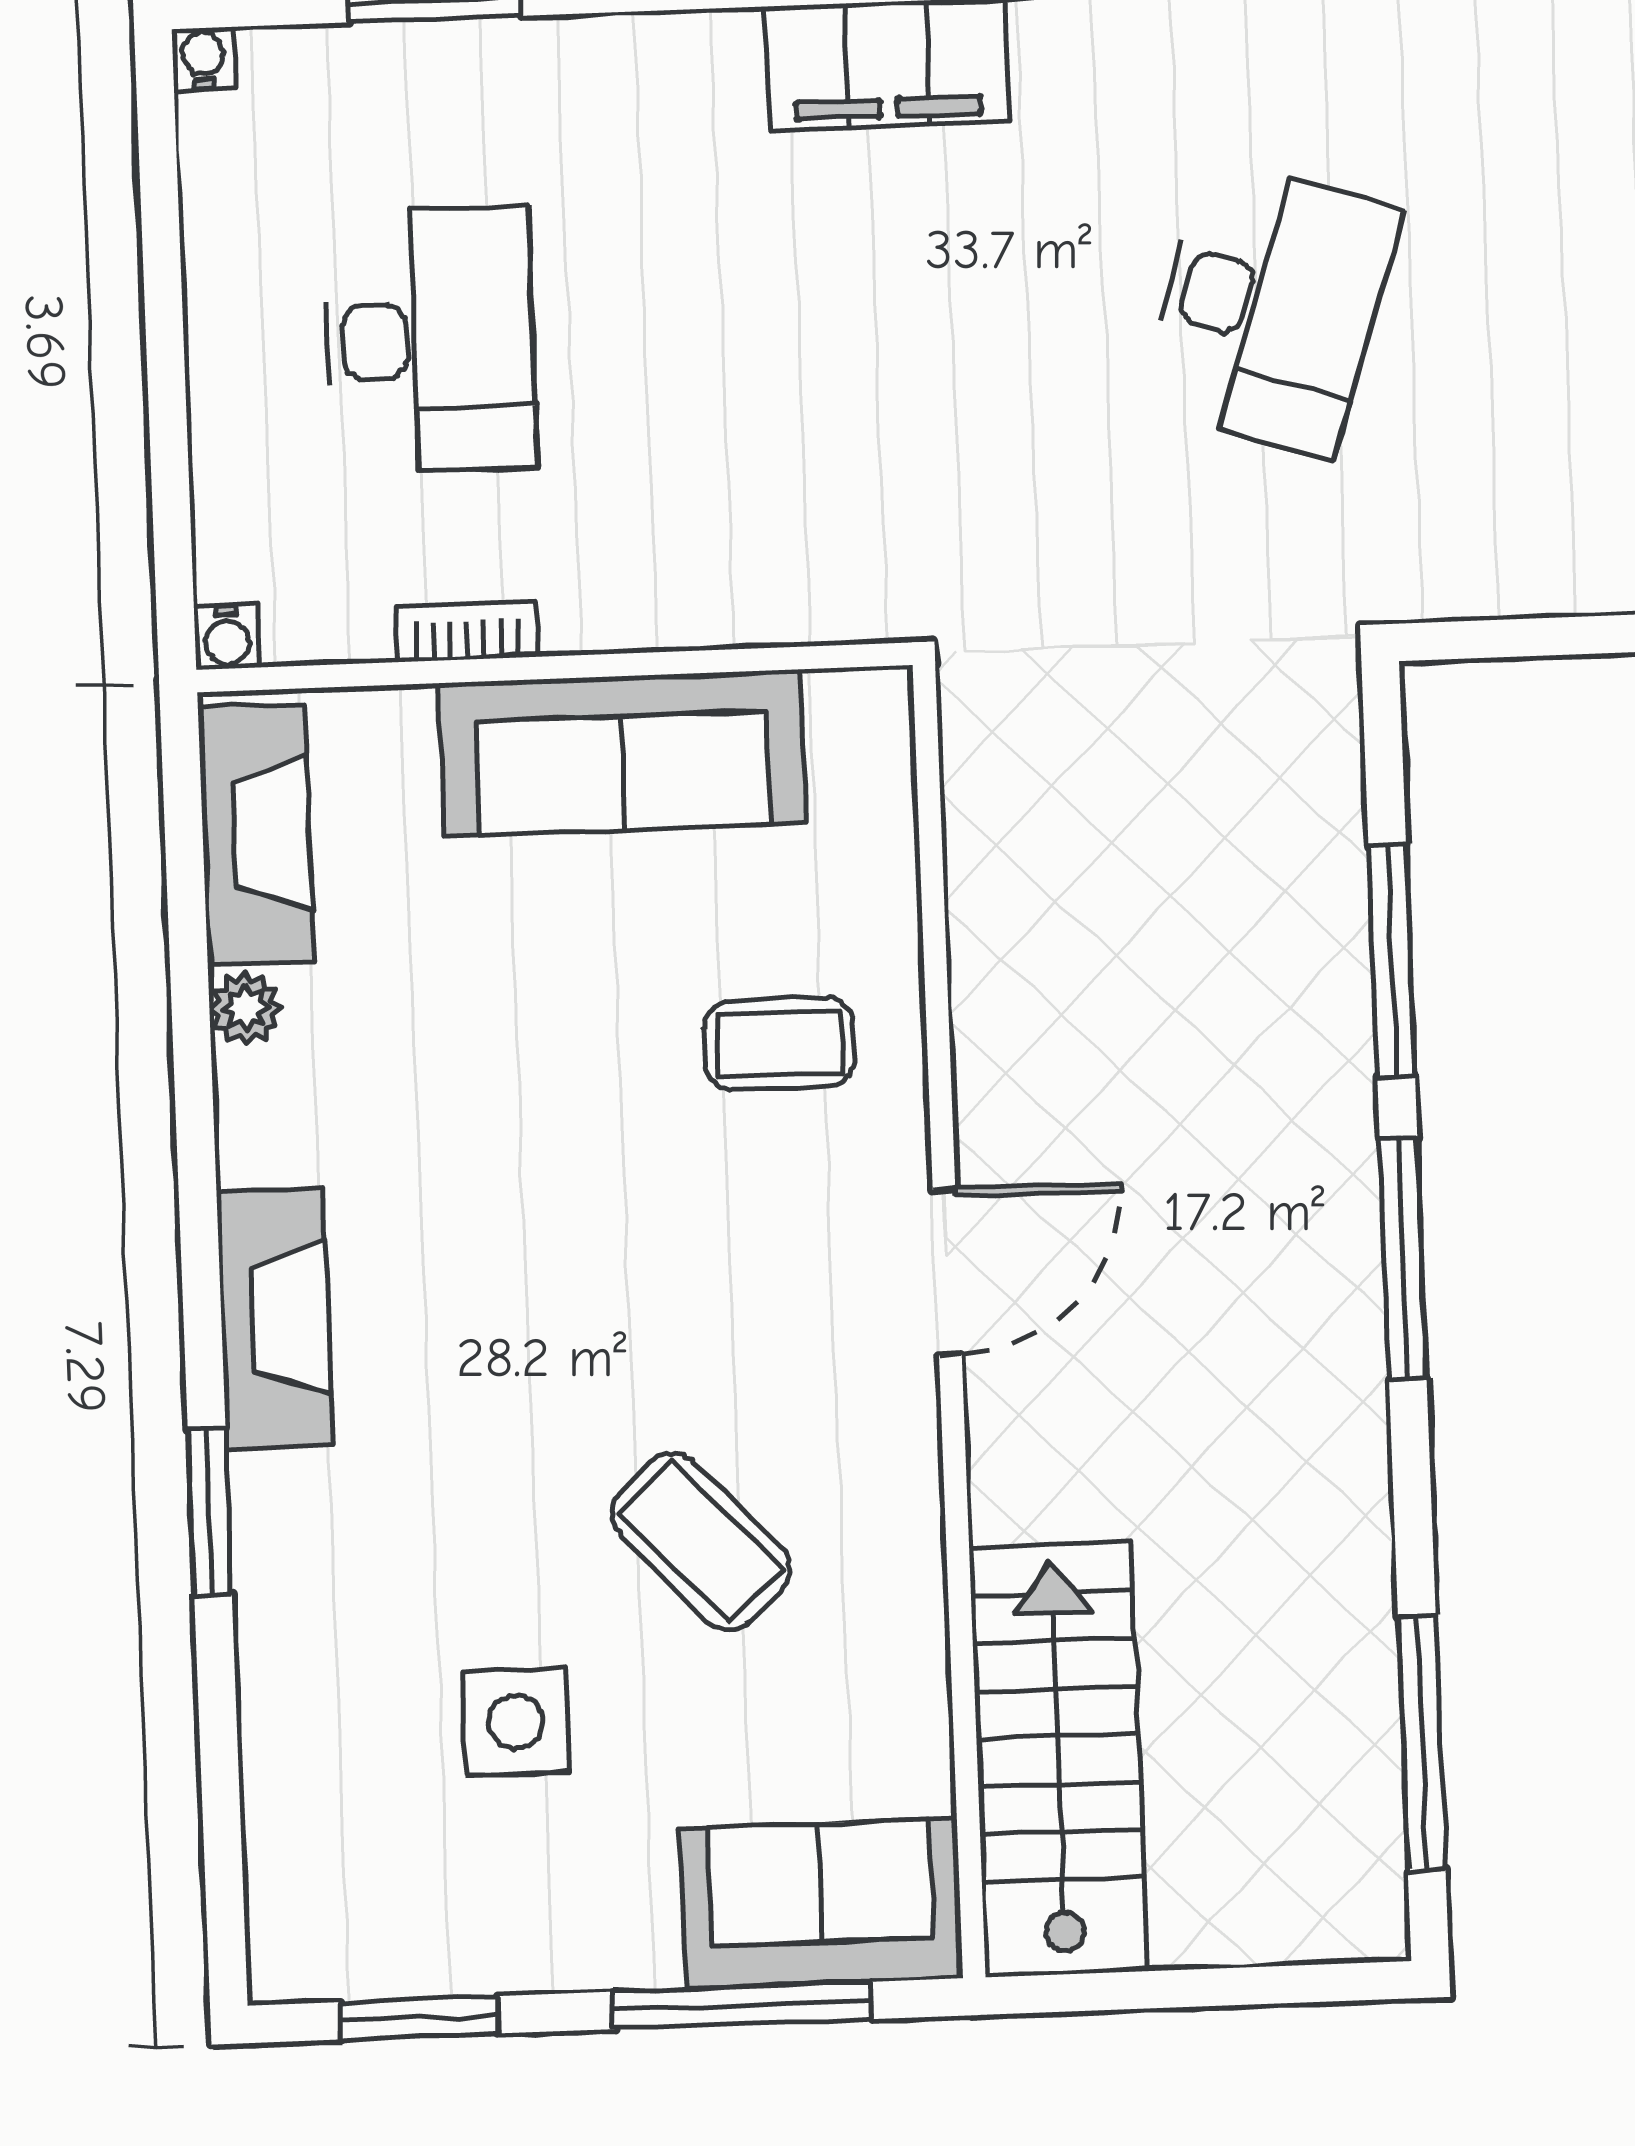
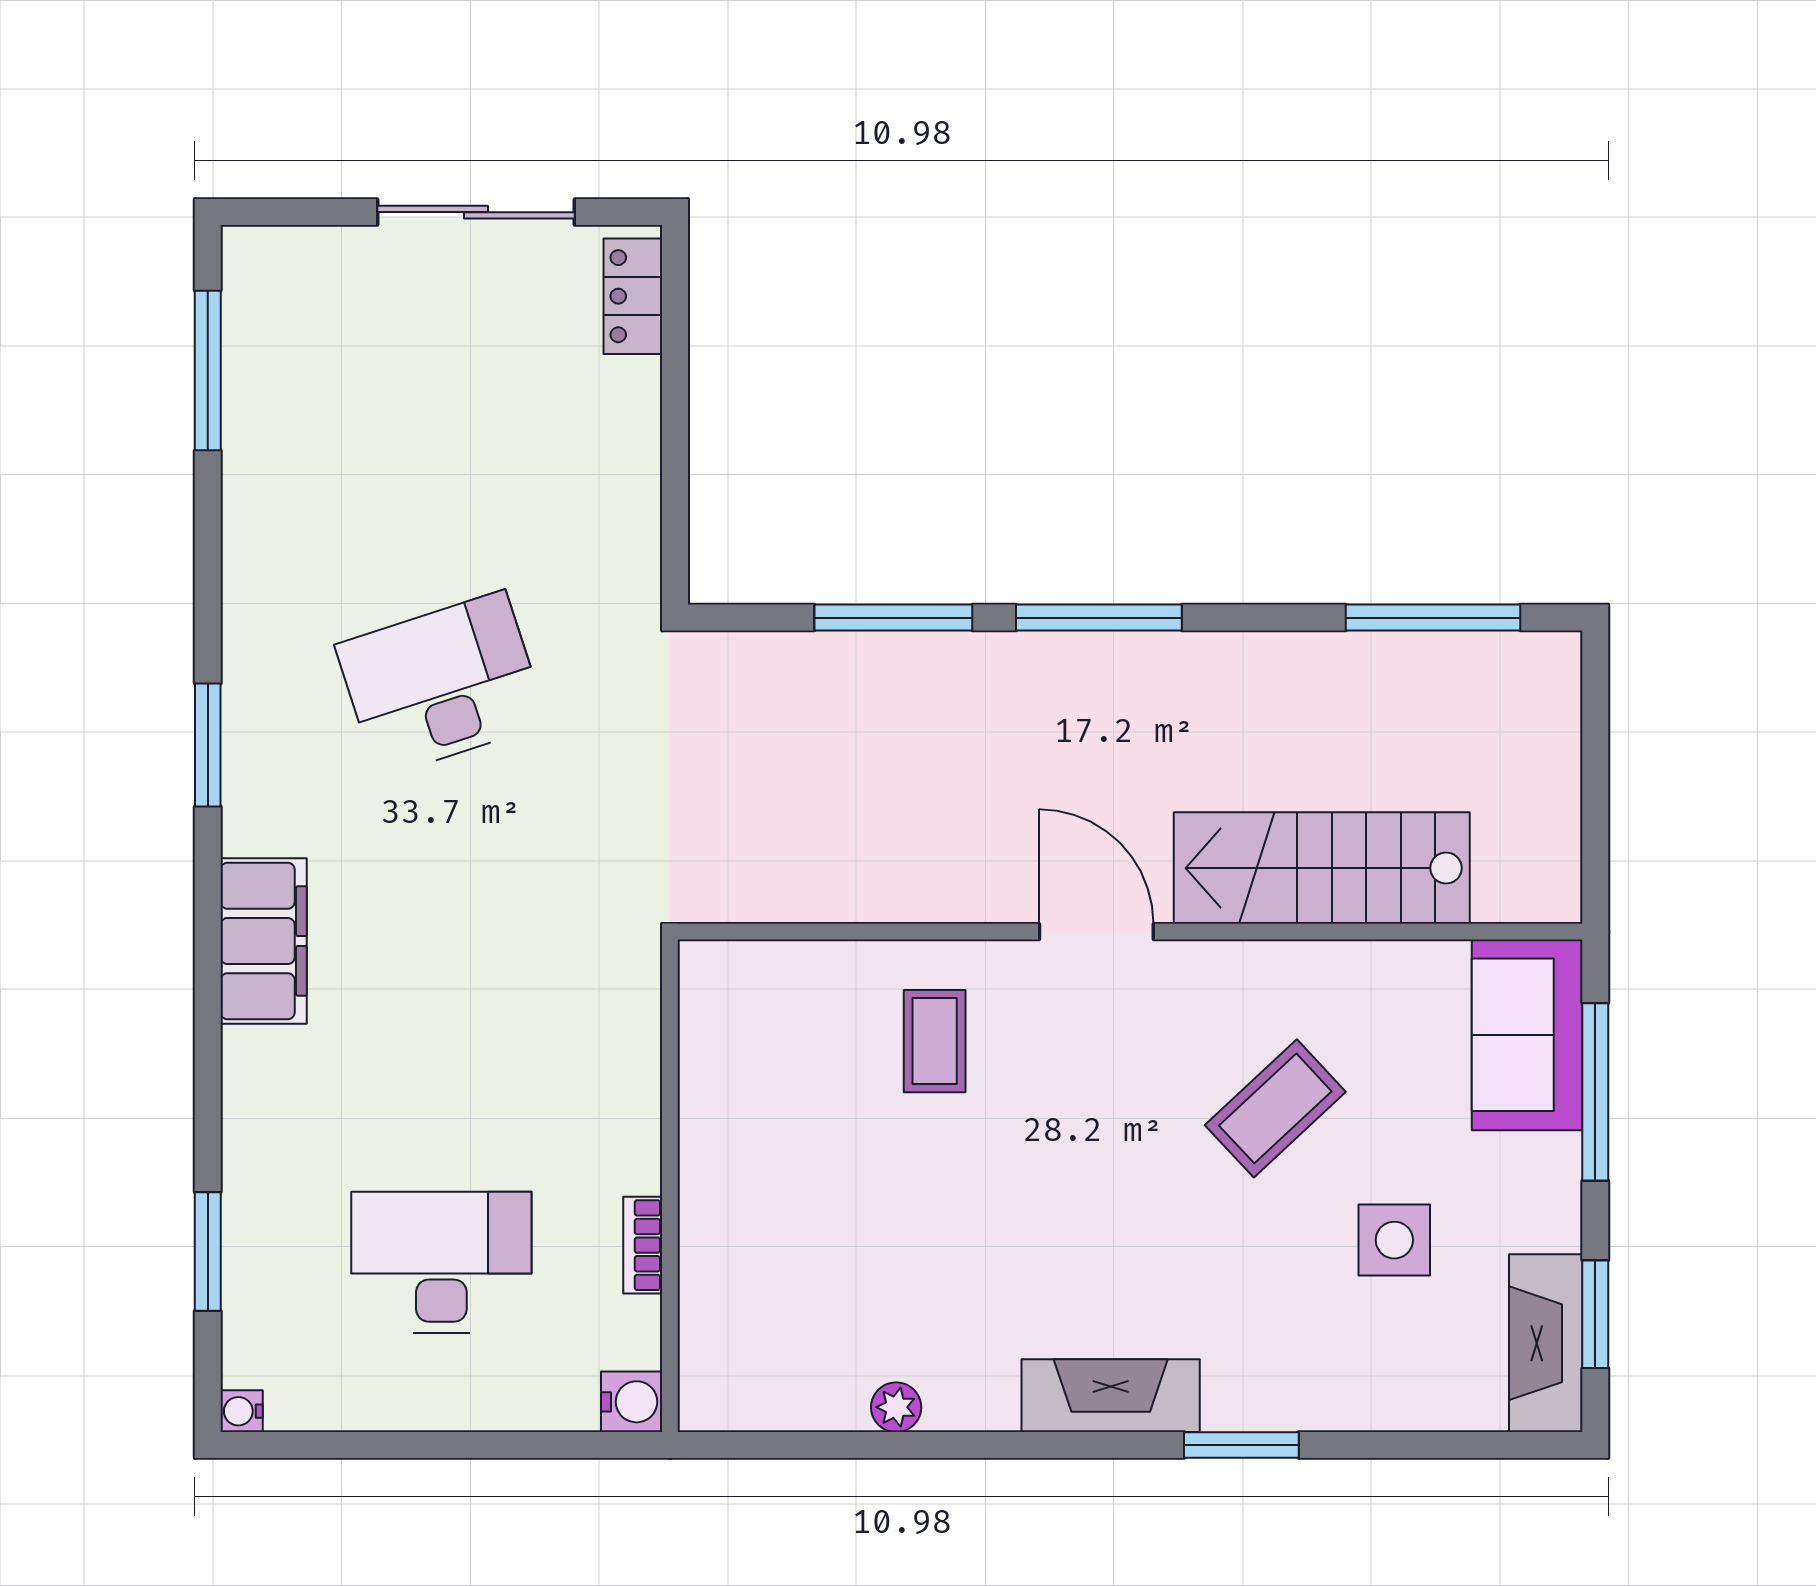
desk: (1270, 308) -> (441, 684), turned -36
water cooler: (227, 637) -> (632, 1402), width x1.38, depth x1.38
sofa: (622, 753) -> (731, 1141), removed
fireplace: (256, 835) -> (1546, 1343), moved, turned -90
stairs: (1058, 1760) -> (1322, 868), moved

